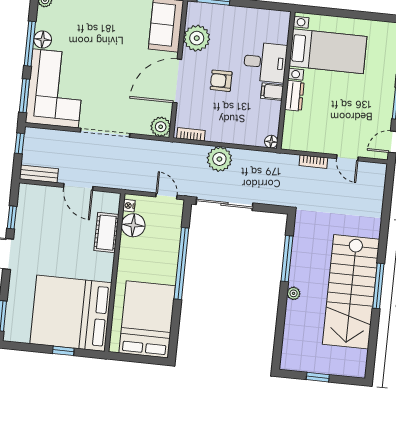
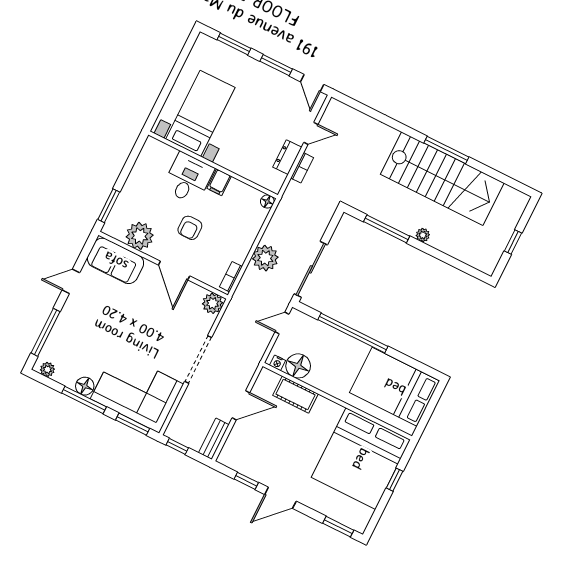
door: (177, 81) -> (174, 271), width x0.73
dresser: (294, 96) -> (287, 157), moved, turned -90

